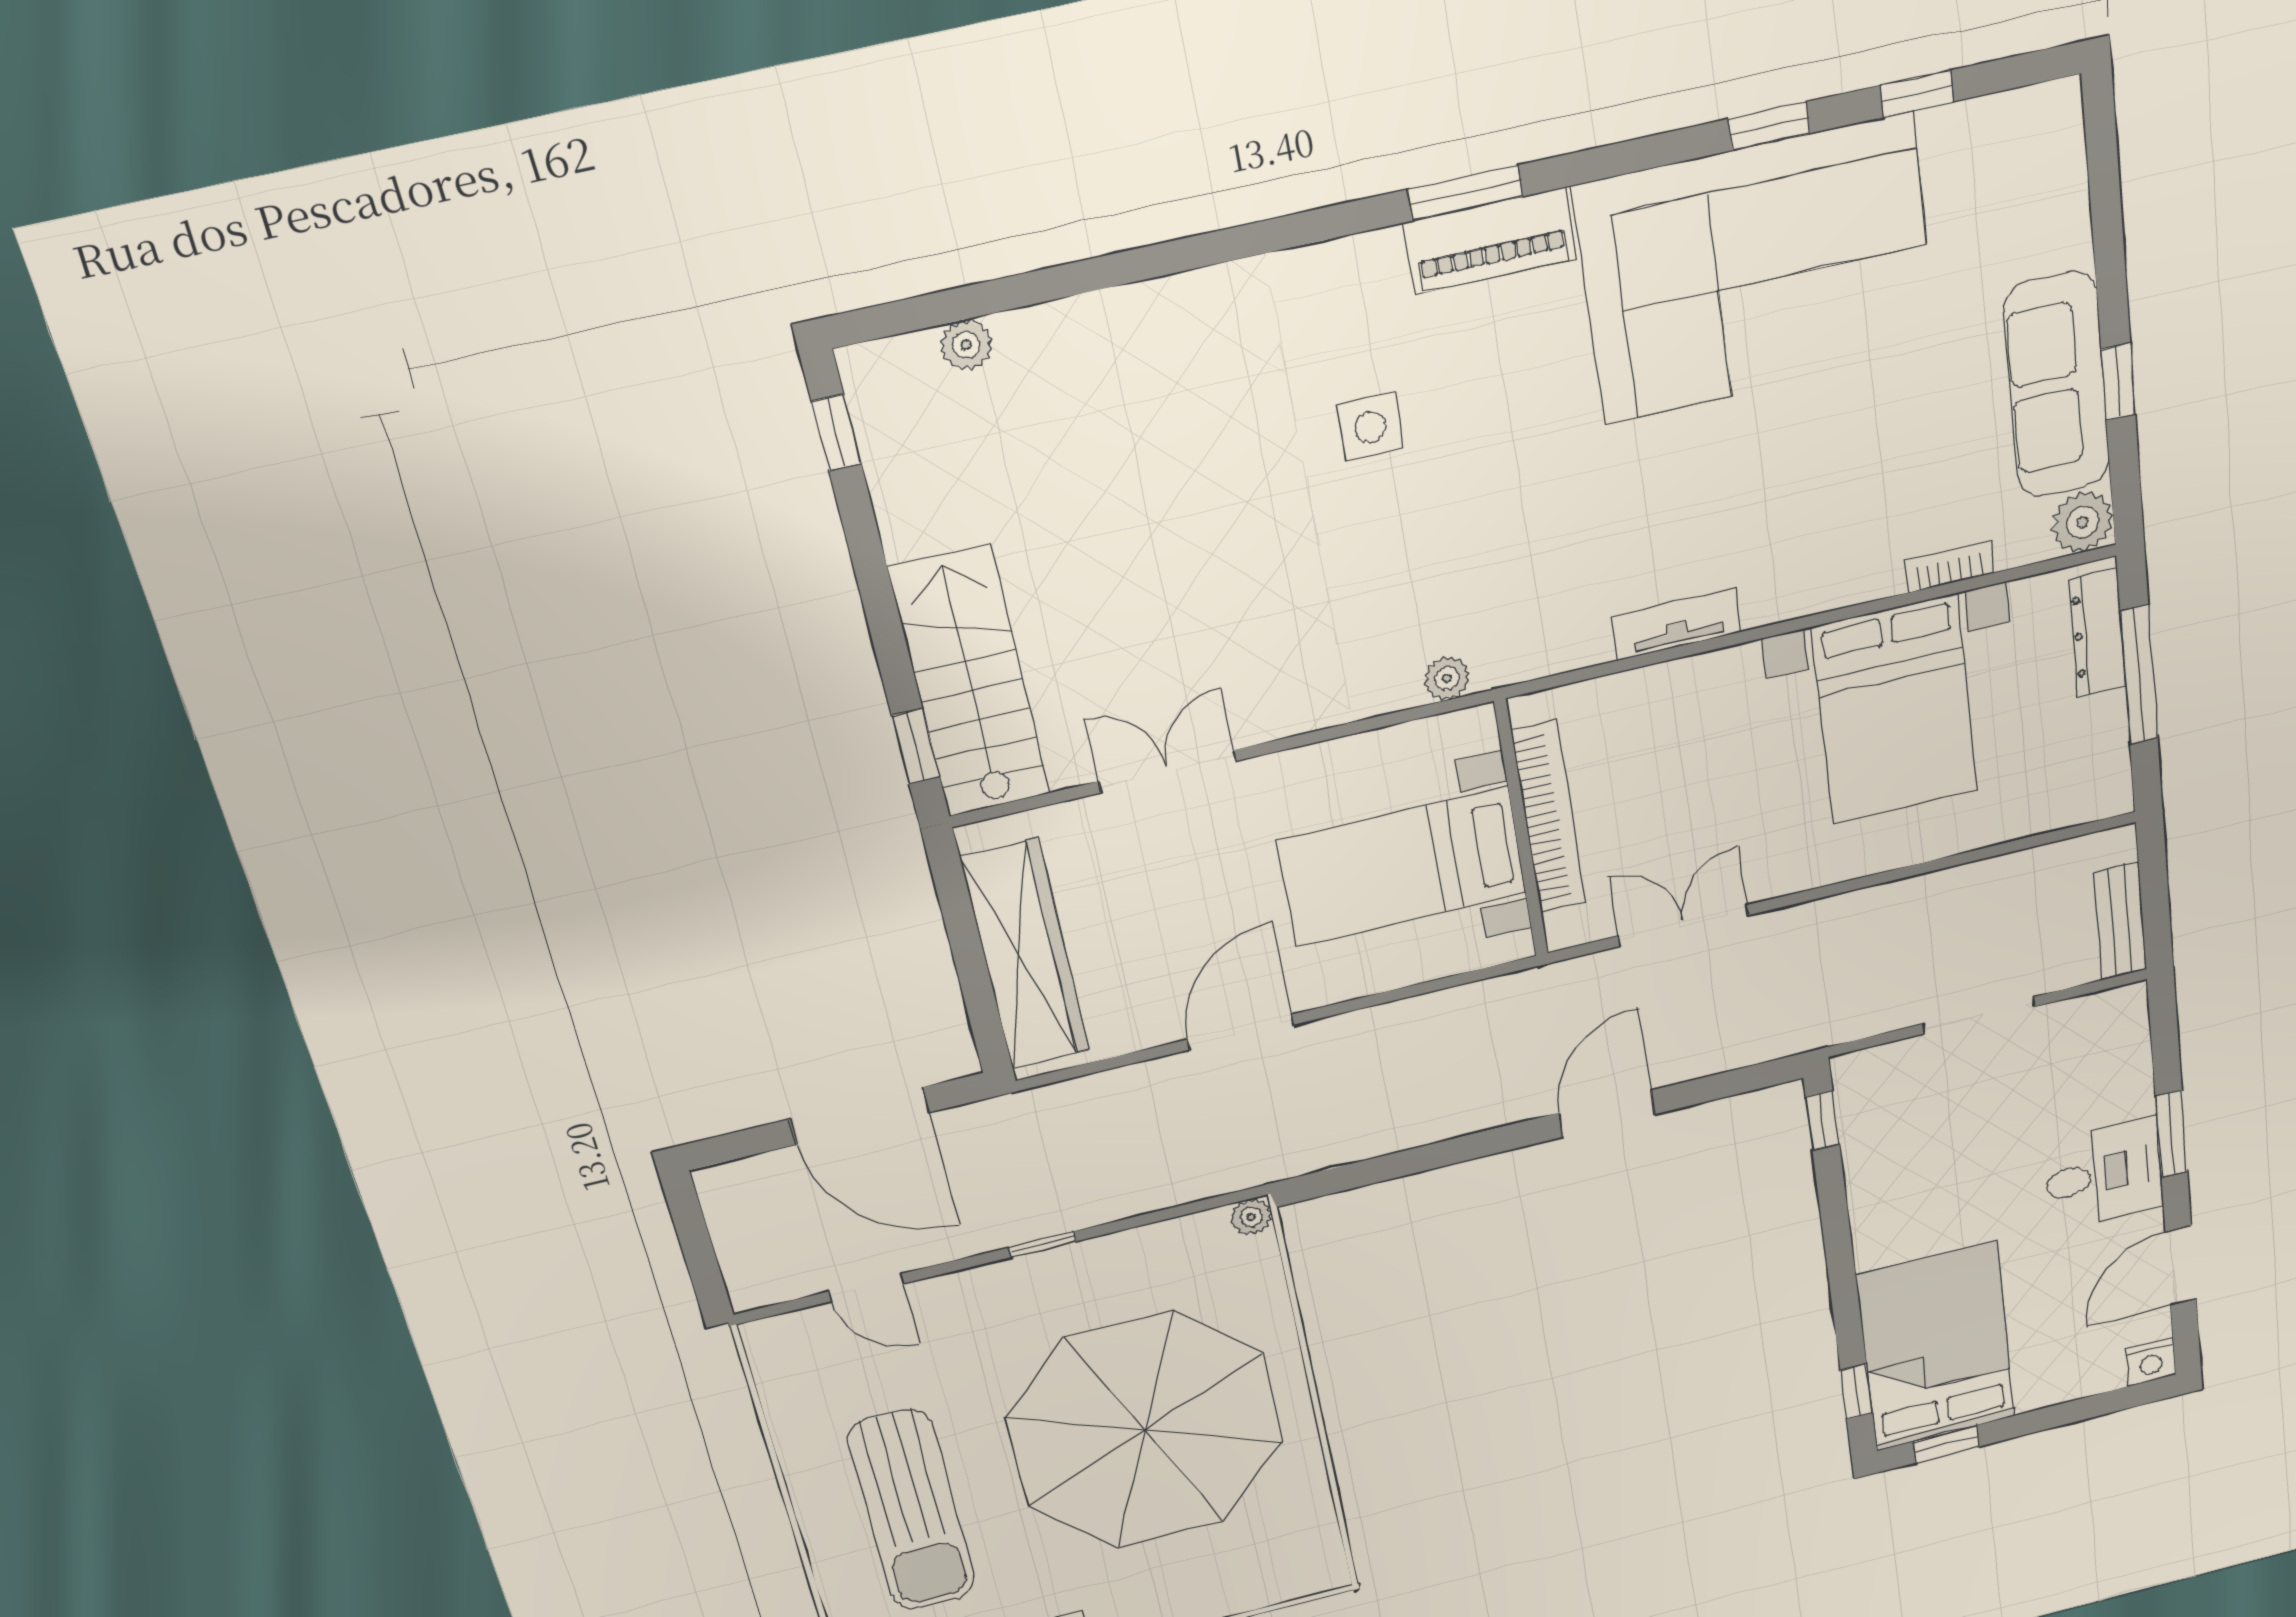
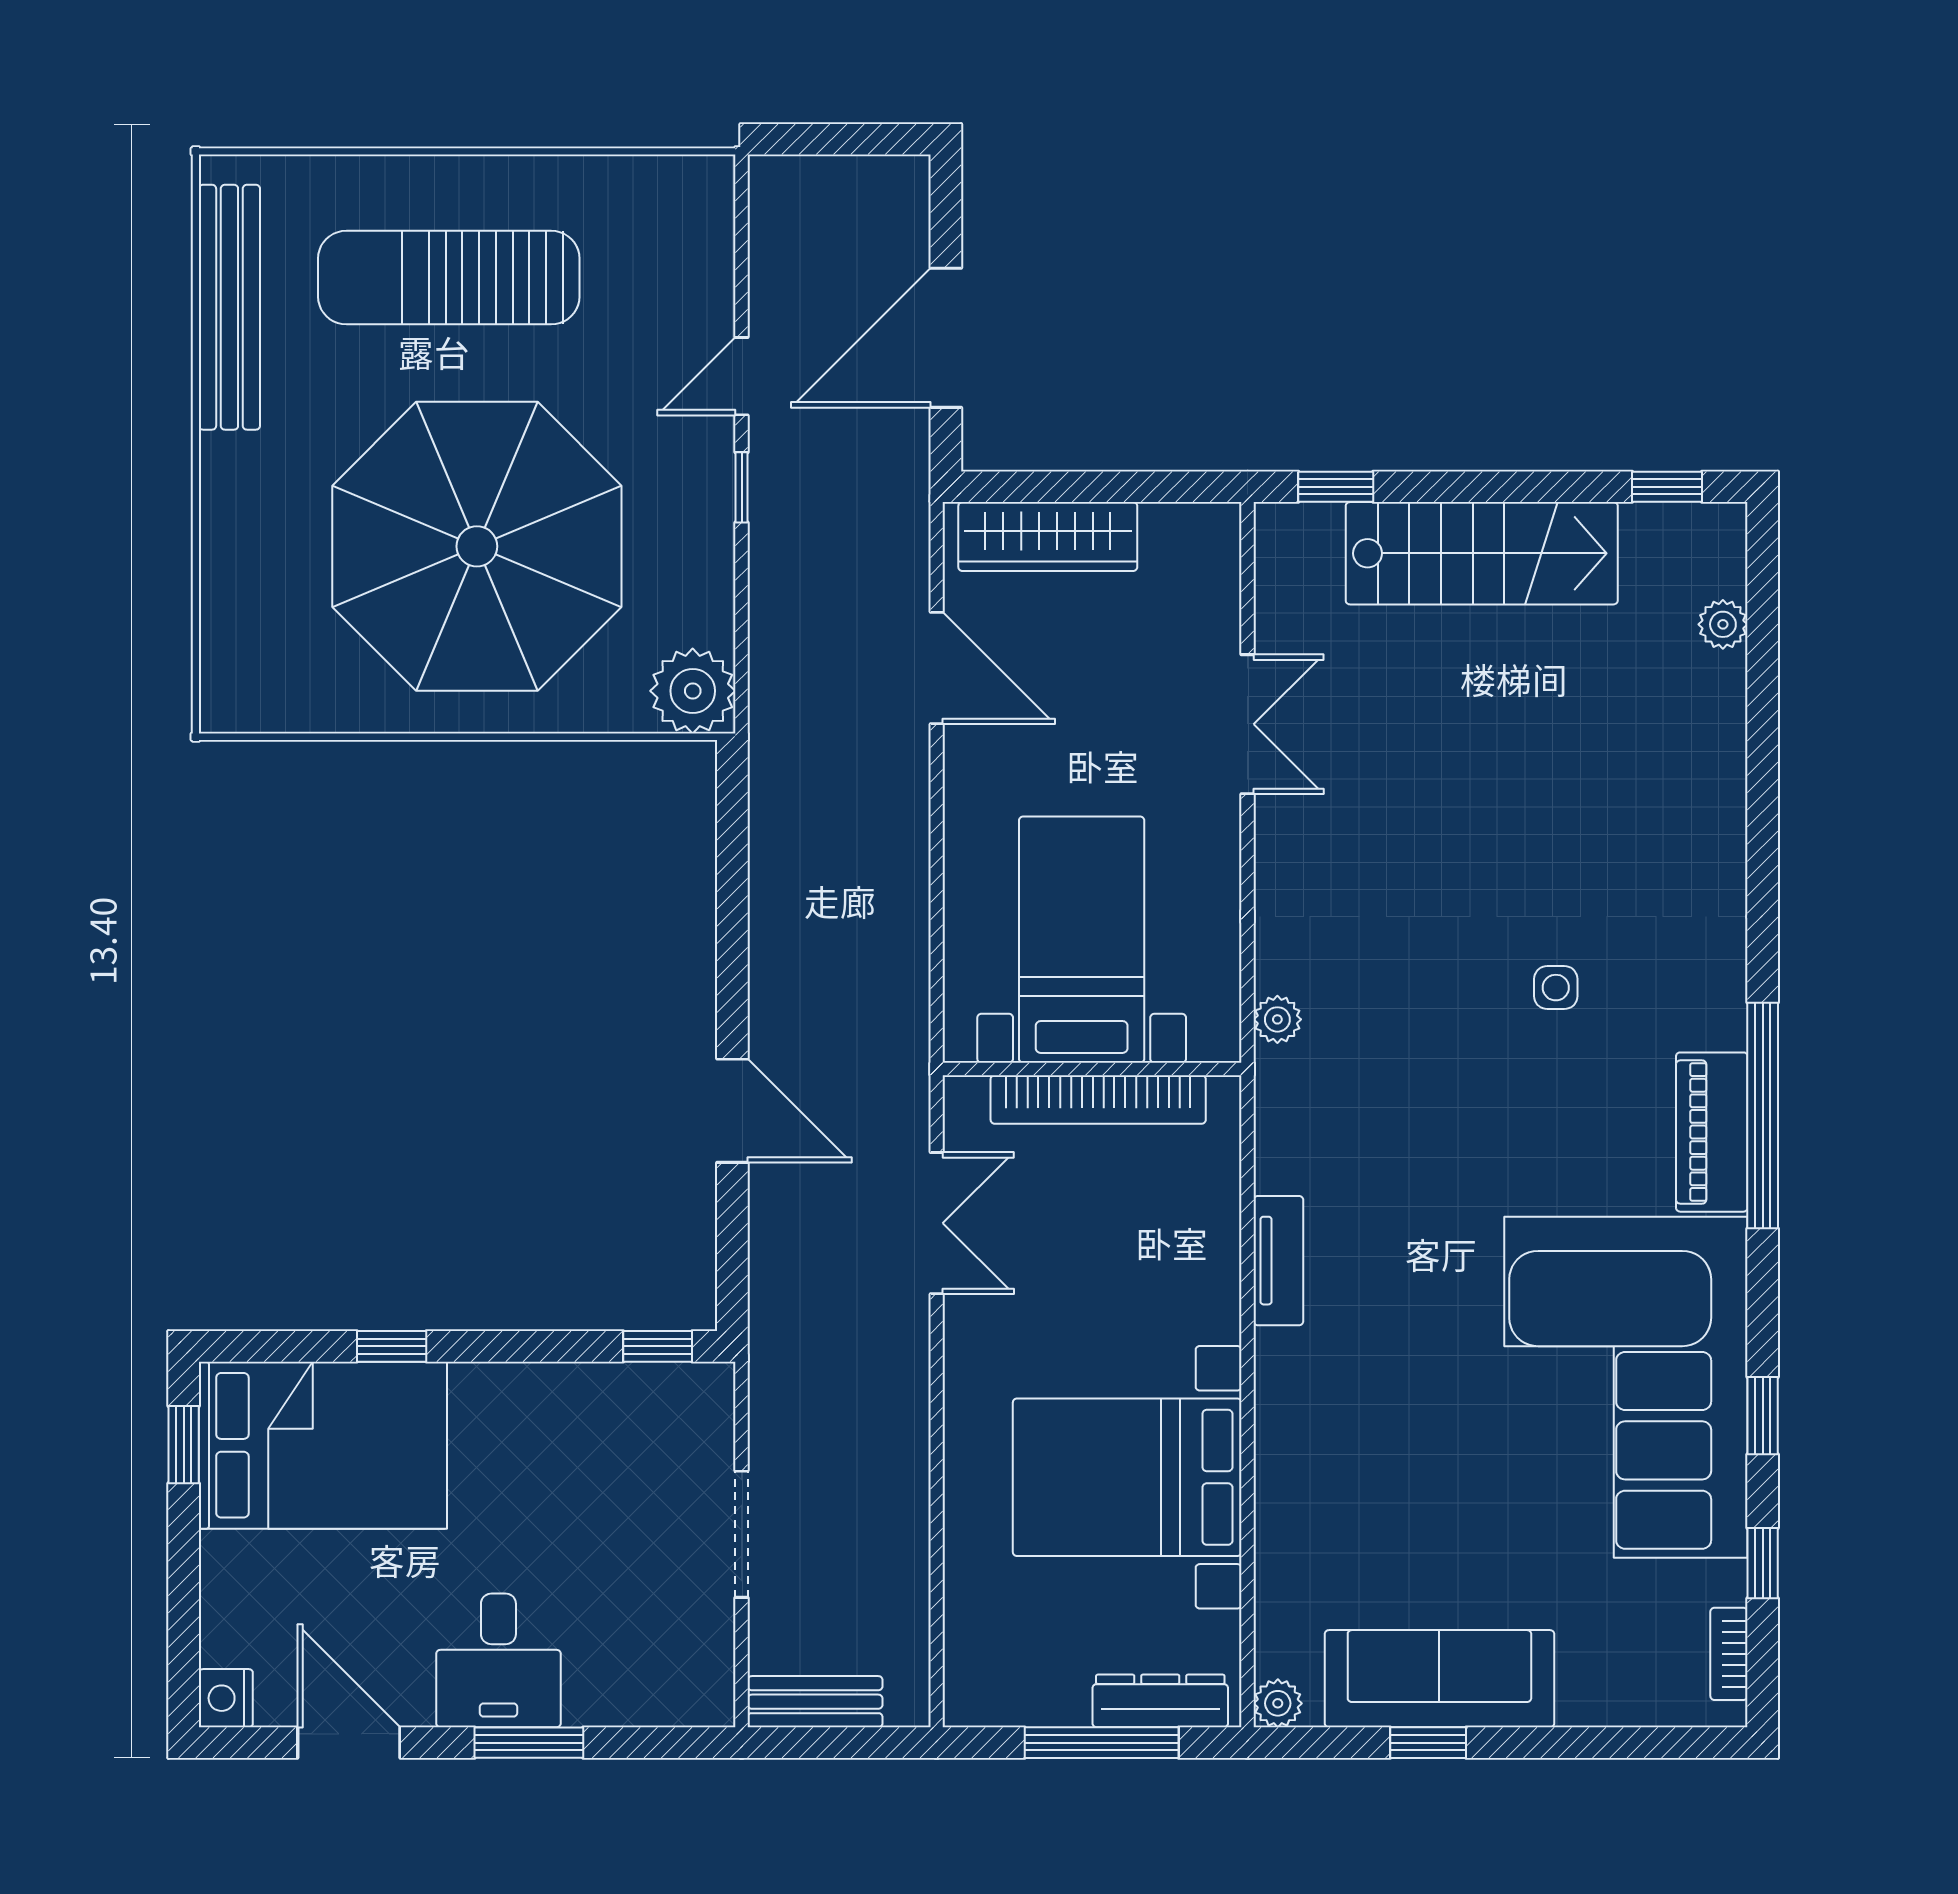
window: (1465, 193) -> (1763, 1115), width x2.11
side table: (1371, 427) -> (1556, 988), width x0.73, depth x0.73
plant: (2083, 522) -> (1278, 1703), width x0.73, depth x0.73
bookcase: (1949, 566) -> (1729, 1654), moved, turned 180
stairs: (970, 682) -> (1482, 553), moved
wardrobe: (1025, 955) -> (1048, 537), width x0.71, depth x0.85
door: (1240, 1032) -> (937, 668), moved
plant: (1251, 1217) -> (693, 691), width x1.88, depth x1.88
door: (866, 1288) -> (742, 376), moved
window: (1857, 1392) -> (392, 1346), moved

